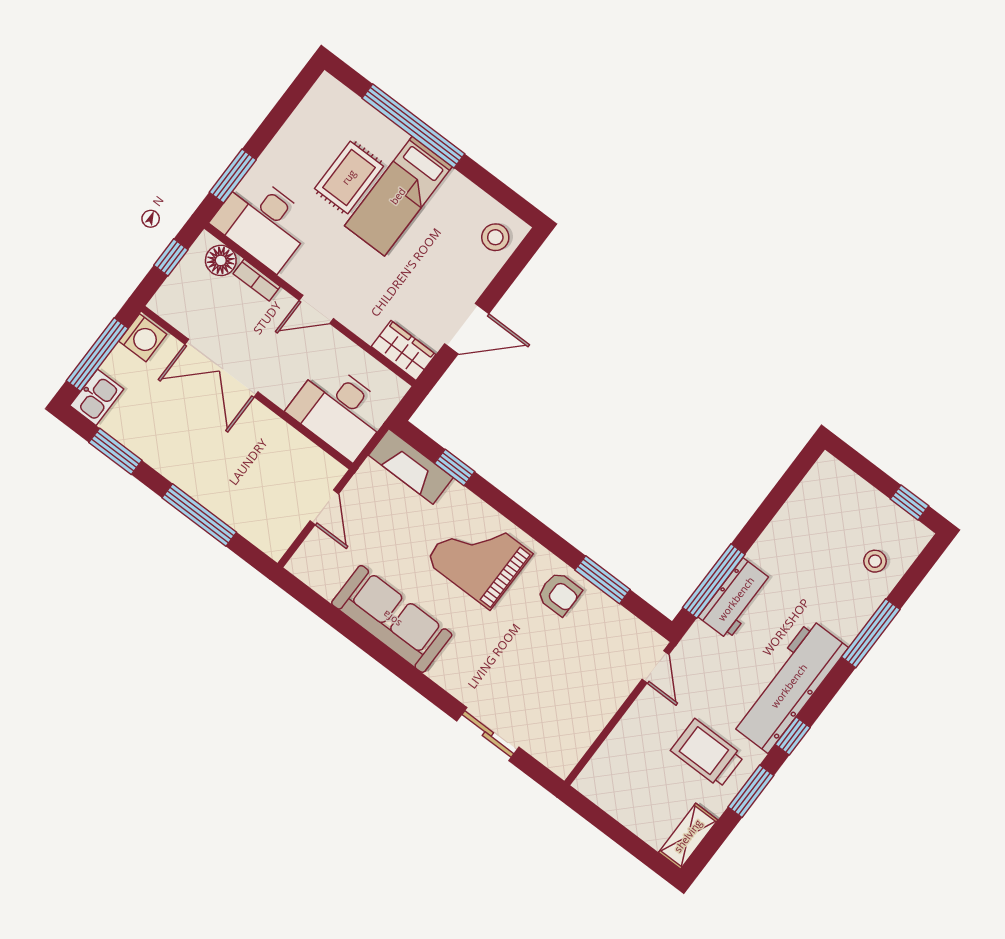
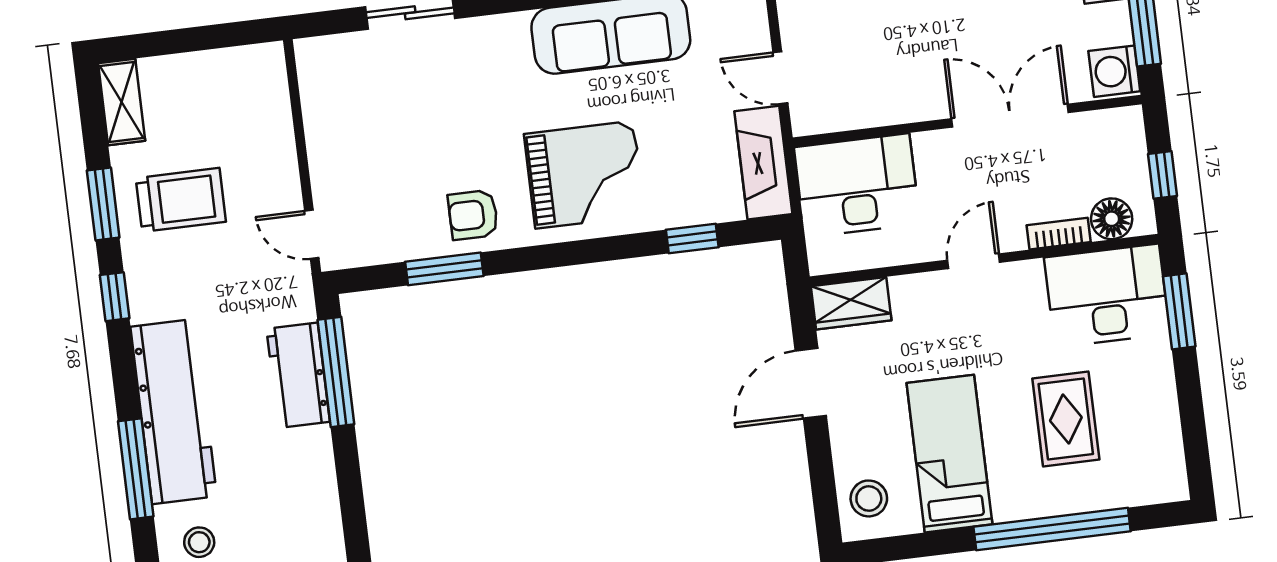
bed: (398, 196) -> (949, 454), moved
fireplace: (411, 466) -> (763, 163), moved, turned -90
workbench: (789, 686) -> (174, 412), moved

